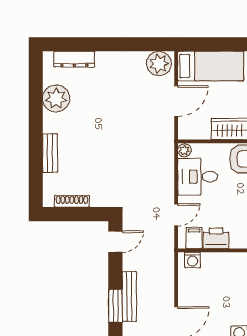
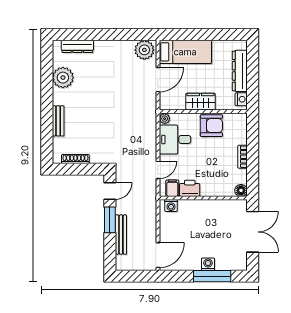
window: (115, 306) -> (110, 220), moved

